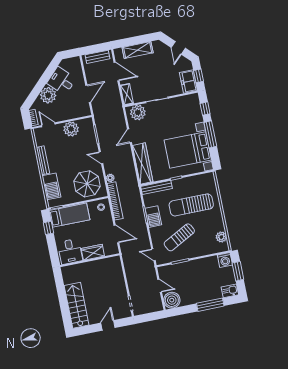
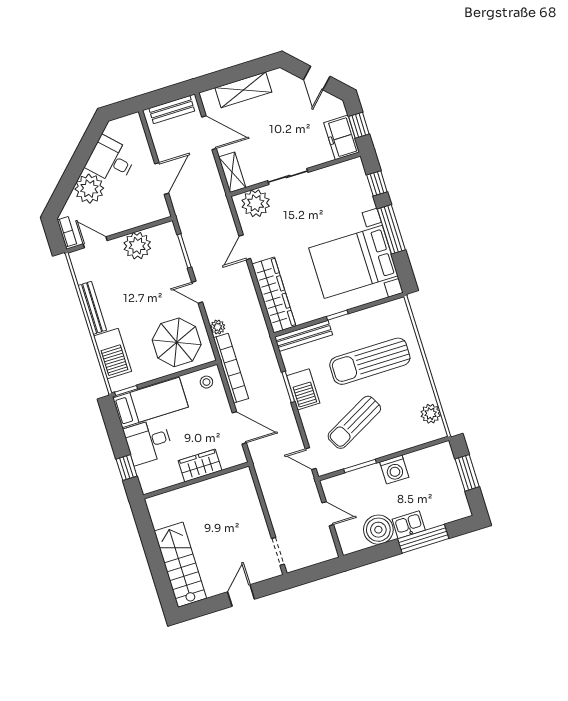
window: (48, 228) -> (127, 468), moved
desk: (70, 251) -> (148, 442), moved, turned 90
washing machine: (225, 260) -> (394, 470), moved
kitchen sink: (230, 291) -> (409, 525), moved
boiler: (172, 300) -> (378, 530), moved

